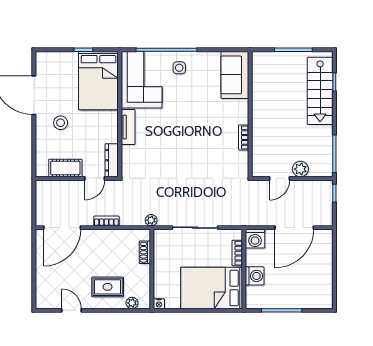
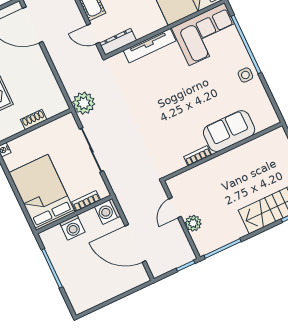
side table: (179, 68) -> (245, 75), moved
sofa: (235, 75) -> (229, 131), moved
tv unit: (128, 127) -> (150, 46), width x1.41
door: (279, 178) -> (175, 208), hinge flipped
plant: (151, 220) -> (84, 103), width x1.88, depth x1.88
bookcase: (106, 221) -> (58, 64), removed
shoe rack: (145, 252) -> (34, 120), moved

